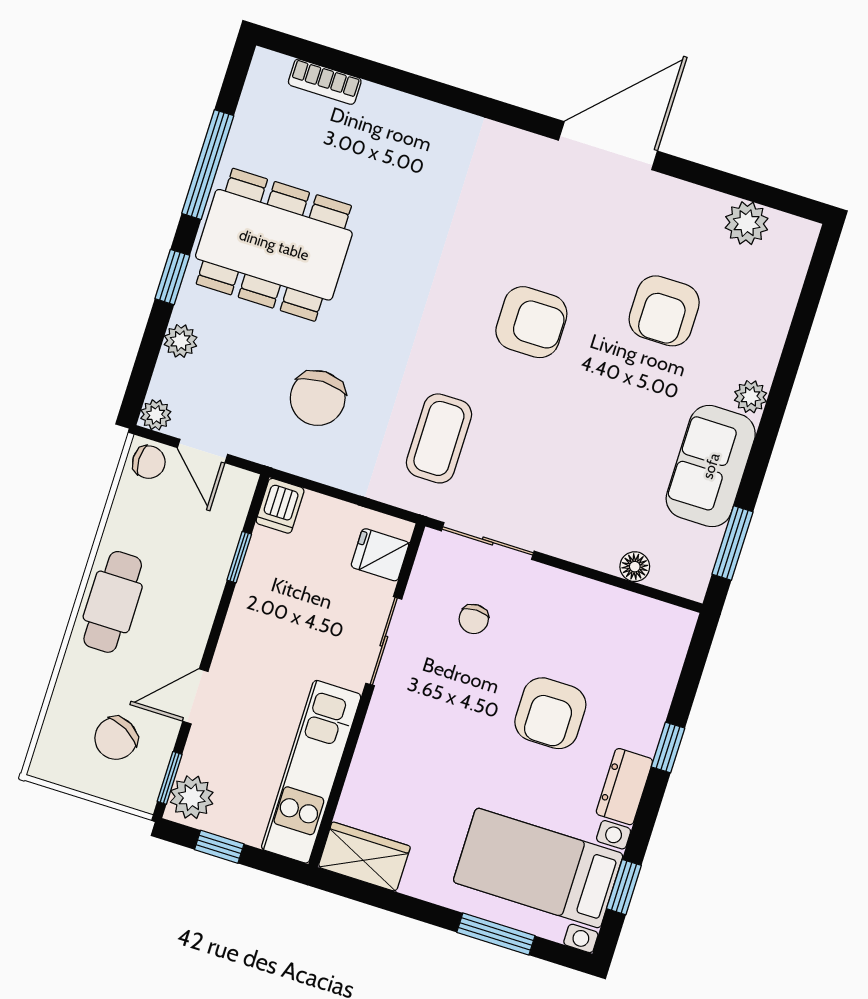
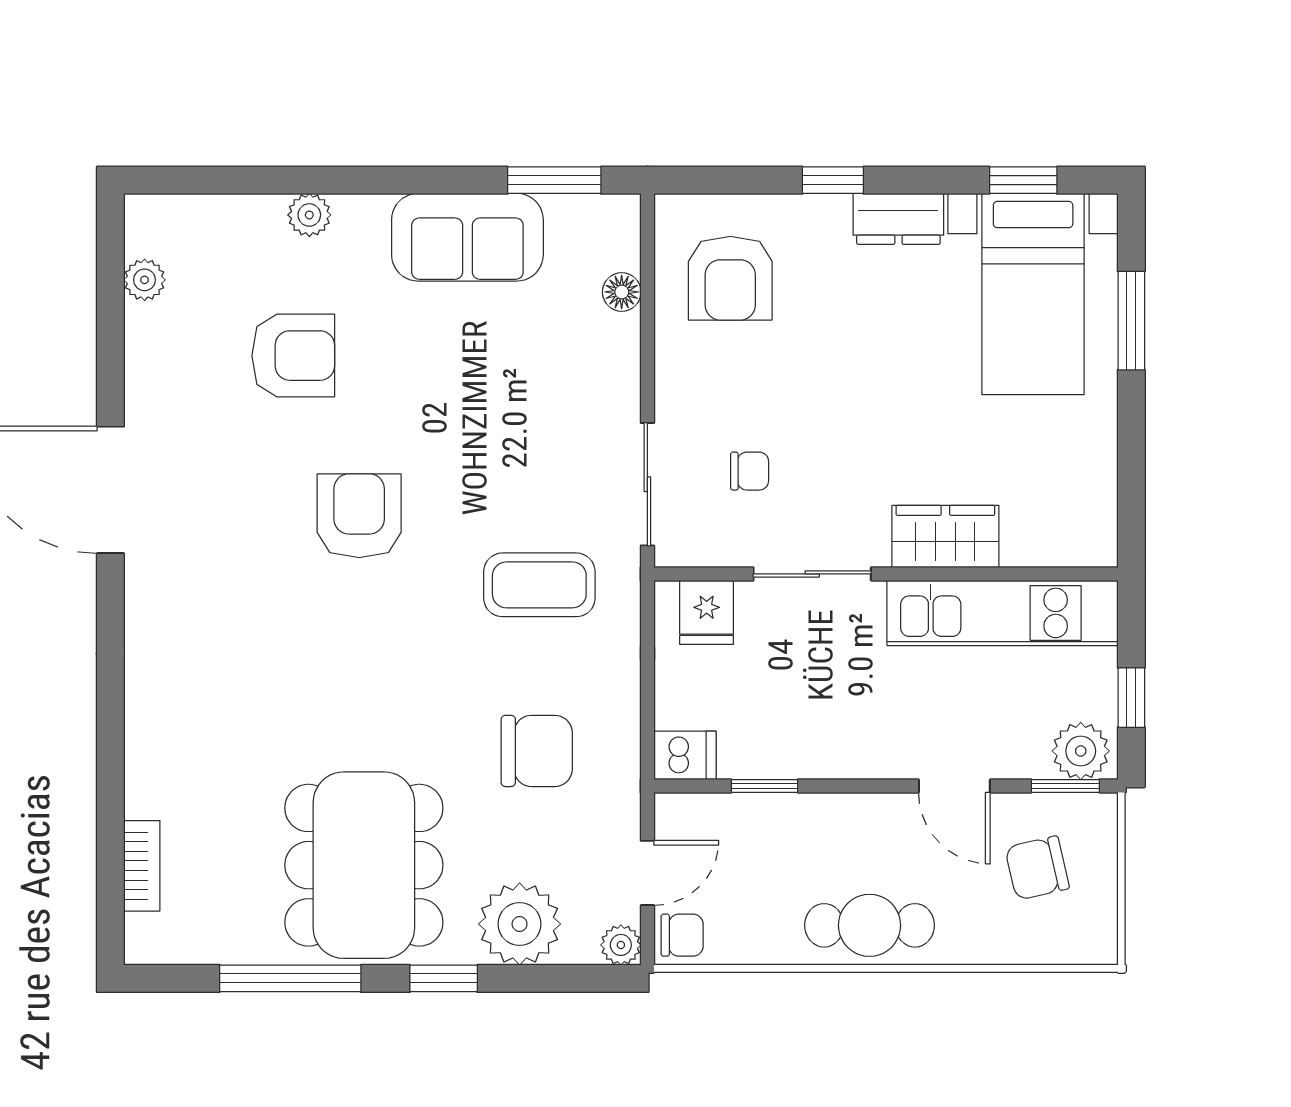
plant: (747, 223) -> (145, 280), width x0.73, depth x0.73
plant: (181, 341) -> (520, 924), width x1.87, depth x1.87
plant: (751, 397) -> (309, 215), moved
chair: (149, 462) -> (682, 935), turned 90
armchair: (550, 713) -> (730, 278), moved, turned 90
chair: (116, 738) -> (1037, 868), turned 138
wardrobe: (364, 857) -> (945, 537), moved, turned 90

